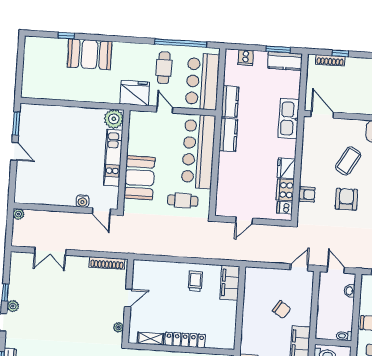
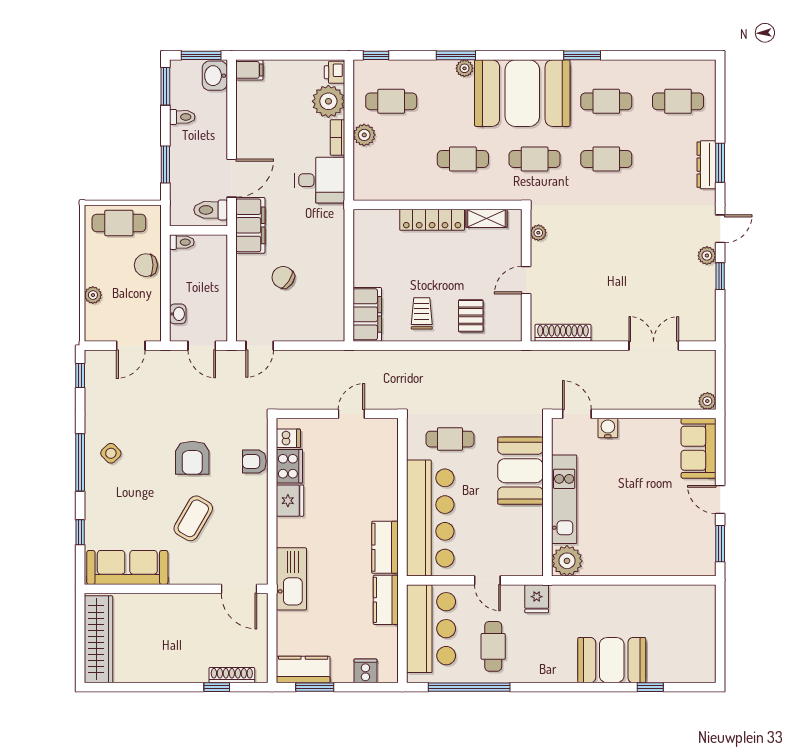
fridge: (135, 93) -> (537, 599), width x0.53, depth x0.75
sofa: (26, 185) -> (699, 448), added
pallet: (165, 278) -> (471, 316), added
trolley: (195, 281) -> (422, 313), turned 180

